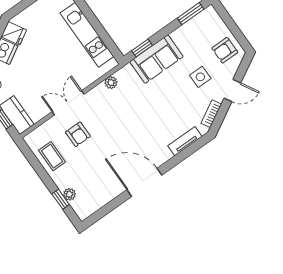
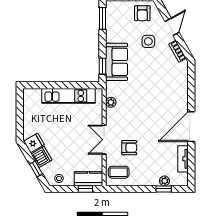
tv unit: (185, 141) -> (183, 159), moved
coffee table: (52, 156) -> (119, 172), moved

